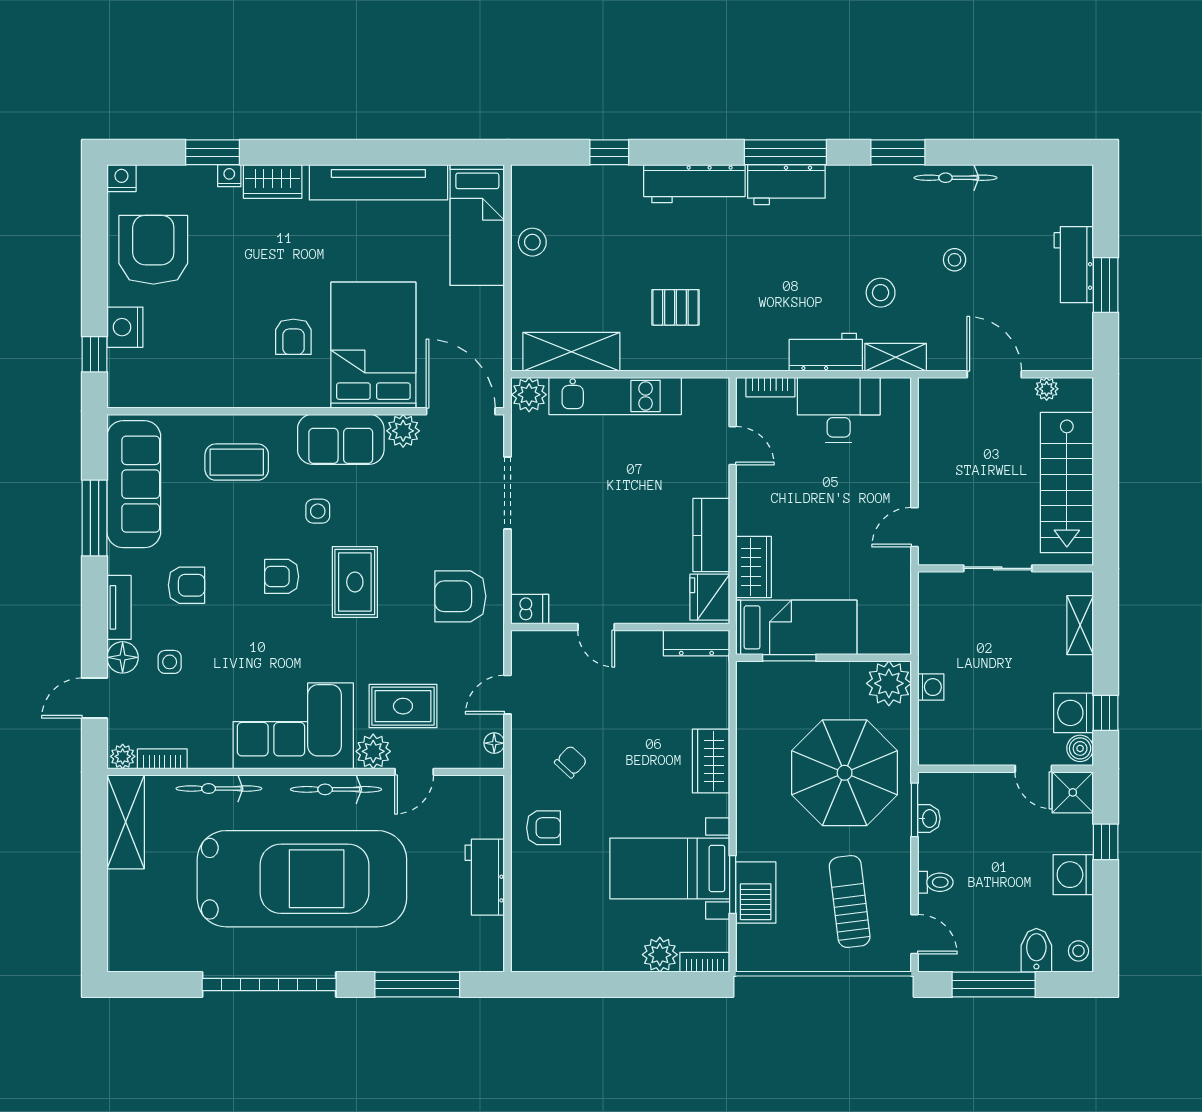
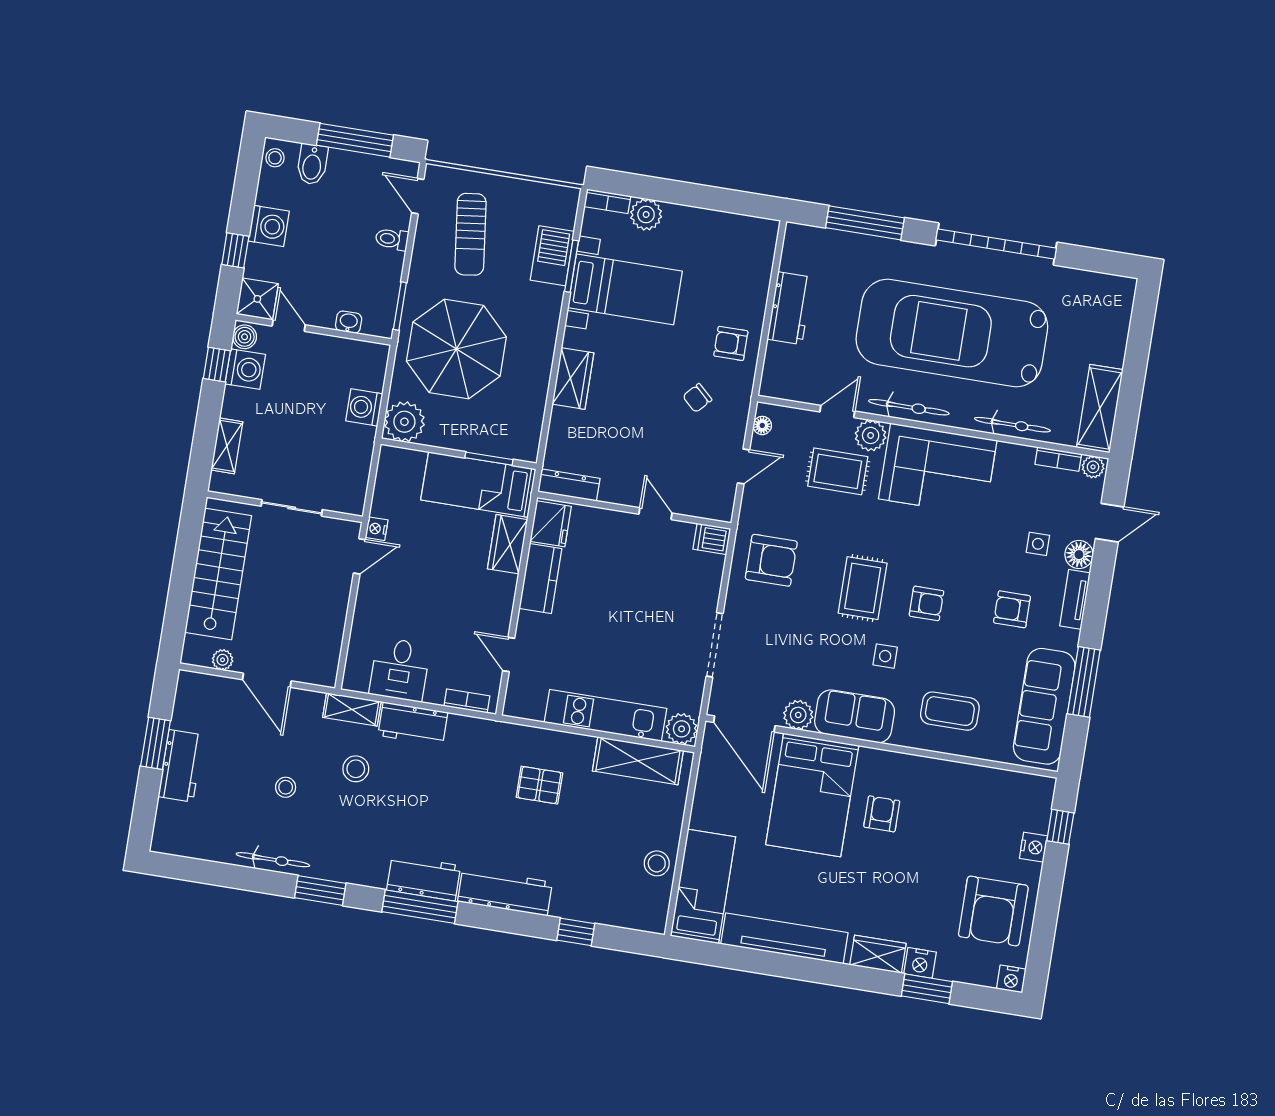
nightstand: (229, 176) -> (920, 963), width x1.39, depth x1.35
nightstand: (125, 327) -> (1033, 847), width x0.74, depth x0.75
desk: (839, 410) -> (400, 669), width x0.73
nightstand: (900, 561) -> (377, 529), added
washing machine: (931, 687) -> (364, 407), width x1.38, depth x1.38
washbasin: (929, 819) -> (349, 322), moved, turned 90

